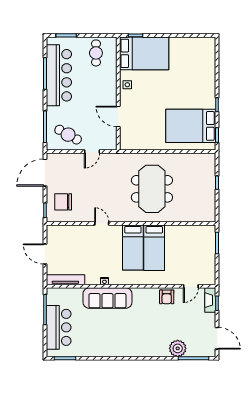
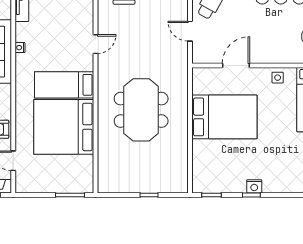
nightstand: (210, 103) -> (254, 186), added
bed: (191, 126) -> (224, 117), moved, turned 90
meeting table: (152, 189) -> (141, 110), turned 90
bed: (154, 248) -> (64, 127), width x2.04

